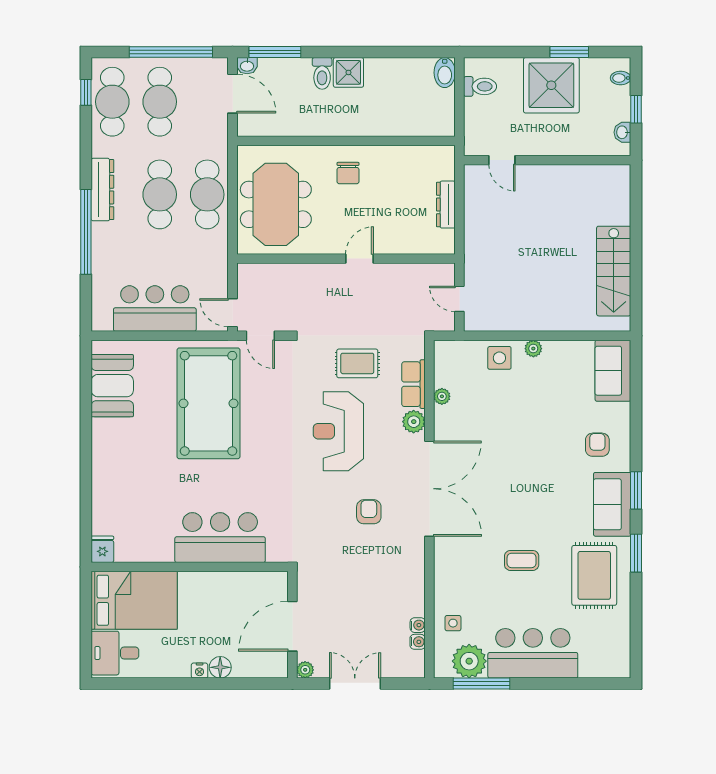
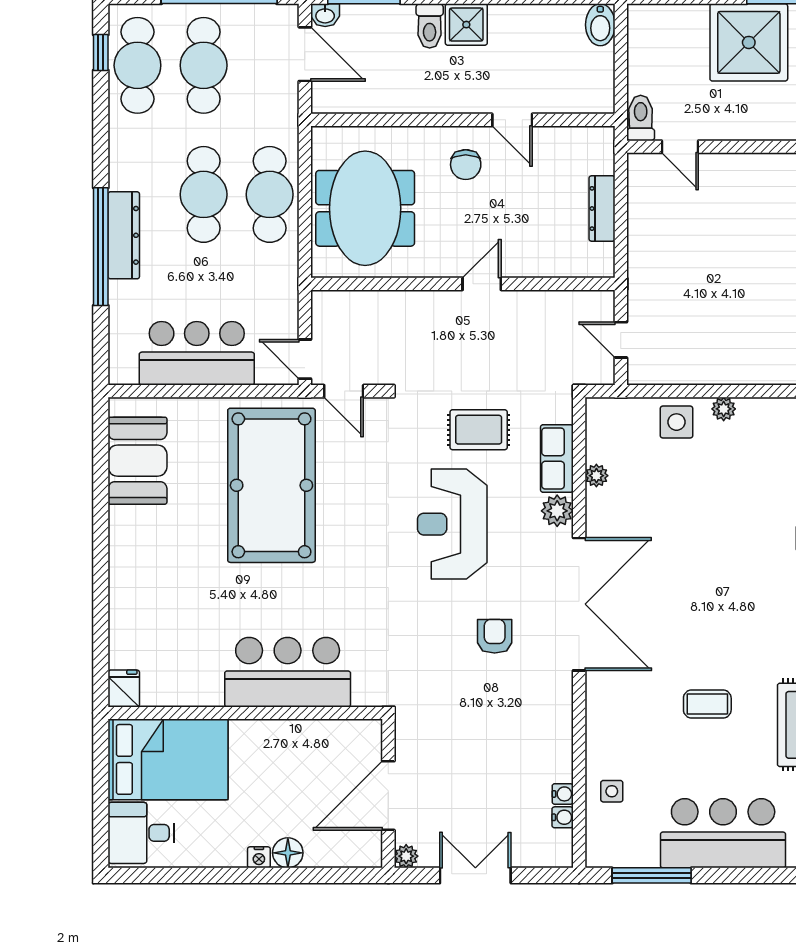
toilet: (480, 86) -> (641, 118), moved, turned -90
door: (381, 141) -> (512, 120), added
dresser: (102, 190) -> (124, 235), moved
plant: (469, 661) -> (634, 844), removed

